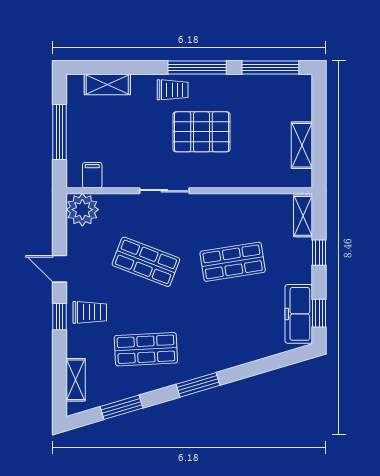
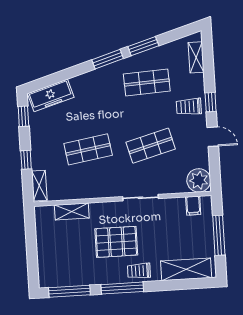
shelving: (107, 84) -> (186, 269), width x1.50, depth x1.33
shelving: (302, 145) -> (72, 211), moved, turned 90
shop shelf: (146, 262) -> (151, 146), turned -36
freezer: (299, 314) -> (51, 95), moved, turned 74
window: (122, 407) -> (143, 46), moved

